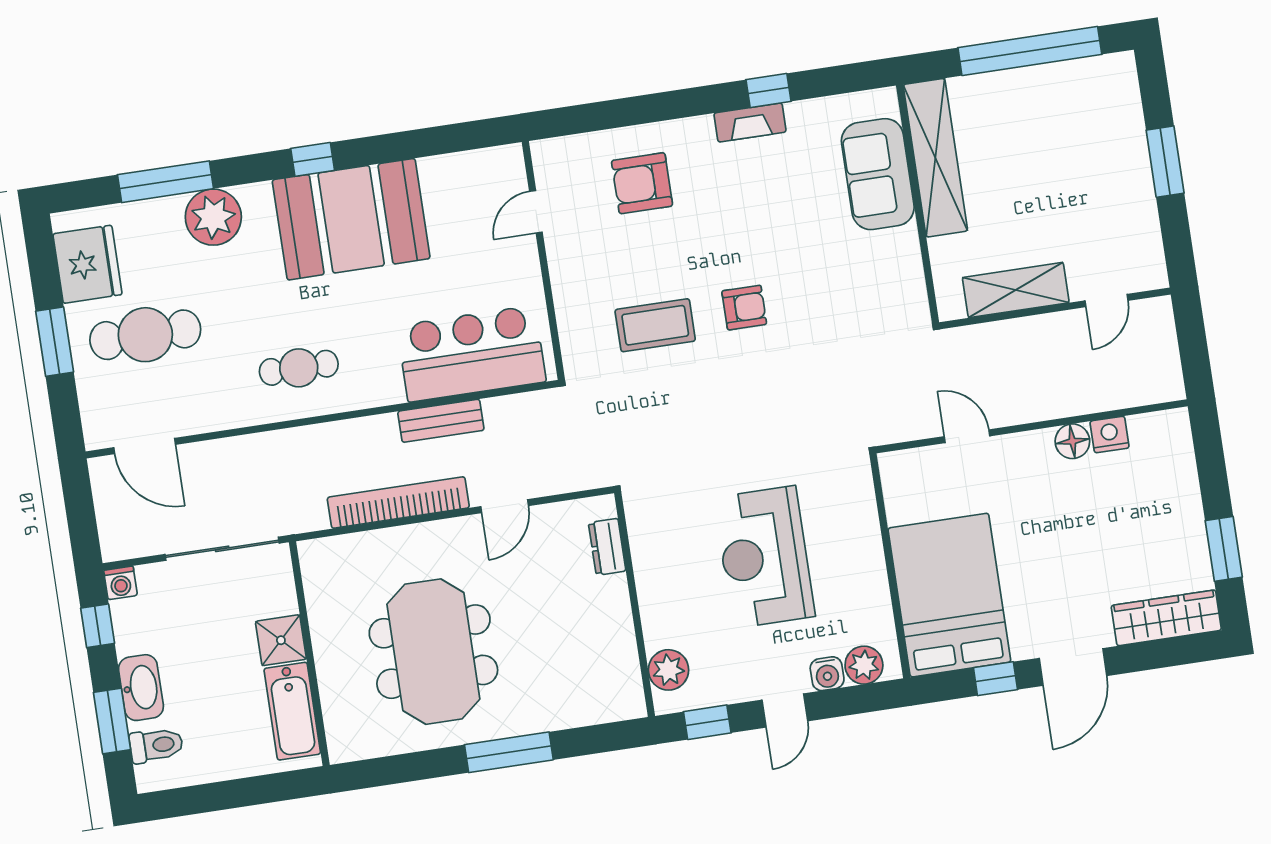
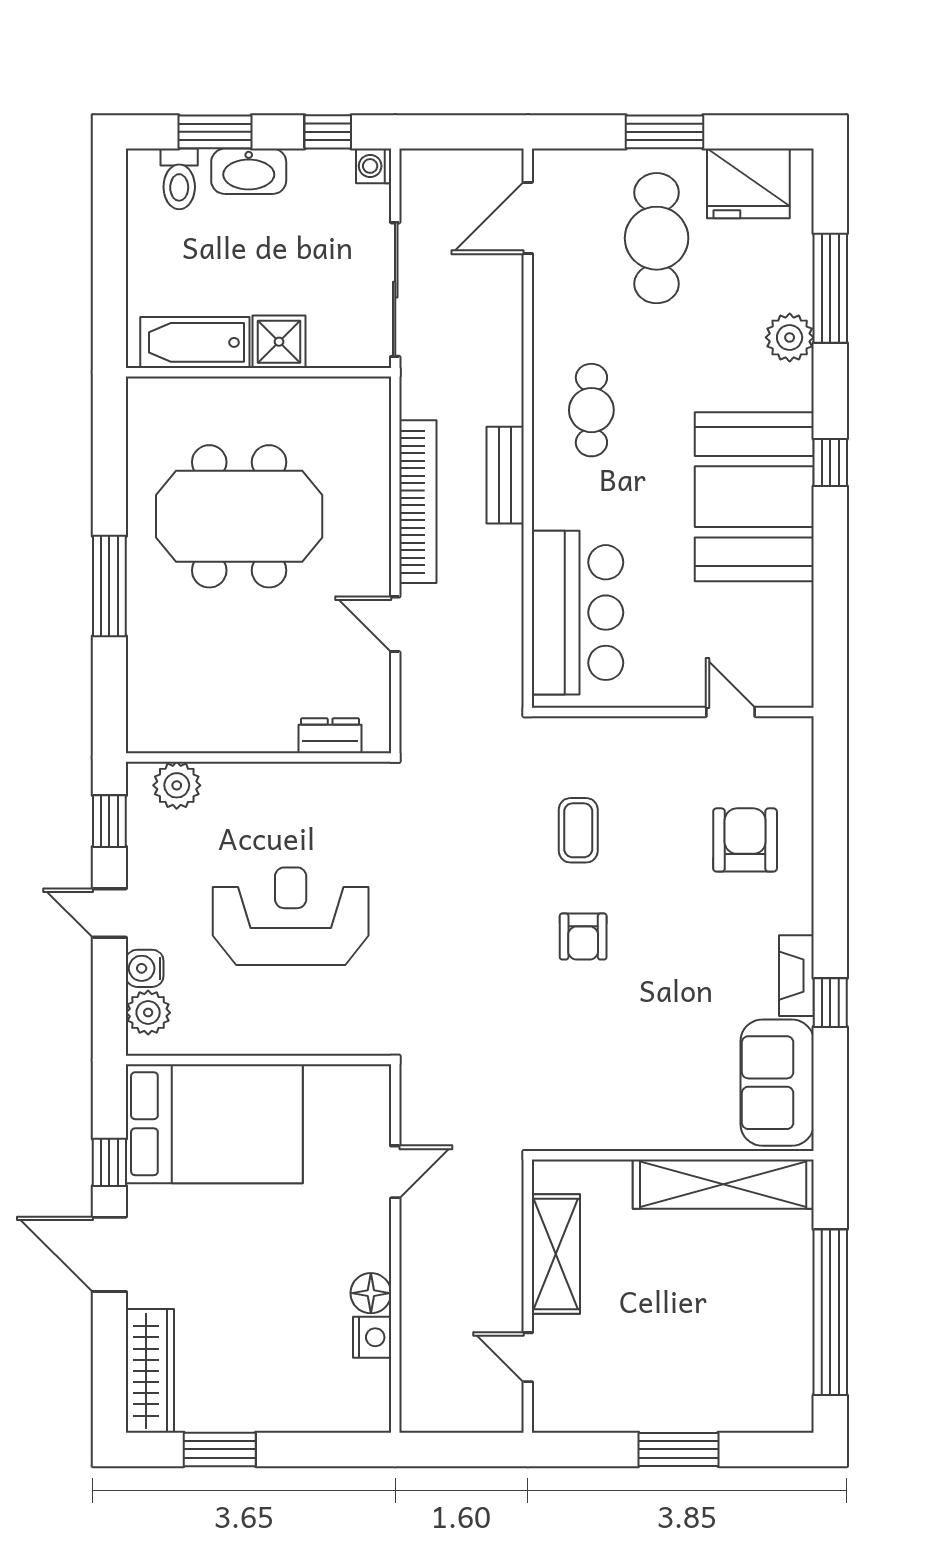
sofa: (878, 174) -> (777, 1083), moved, turned -90
plant: (213, 217) -> (790, 337), width x0.73, depth x0.73
coffee table: (655, 325) -> (578, 830), width x0.73, depth x0.77
bench: (441, 421) -> (505, 475), moved

